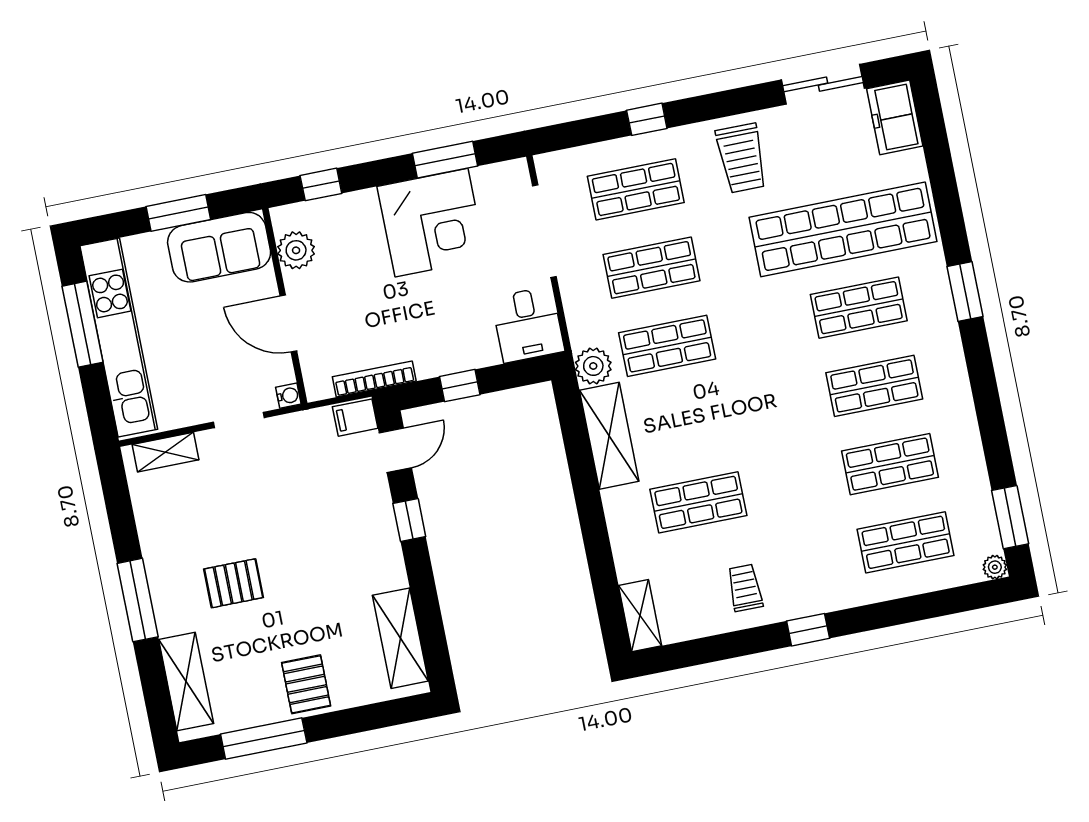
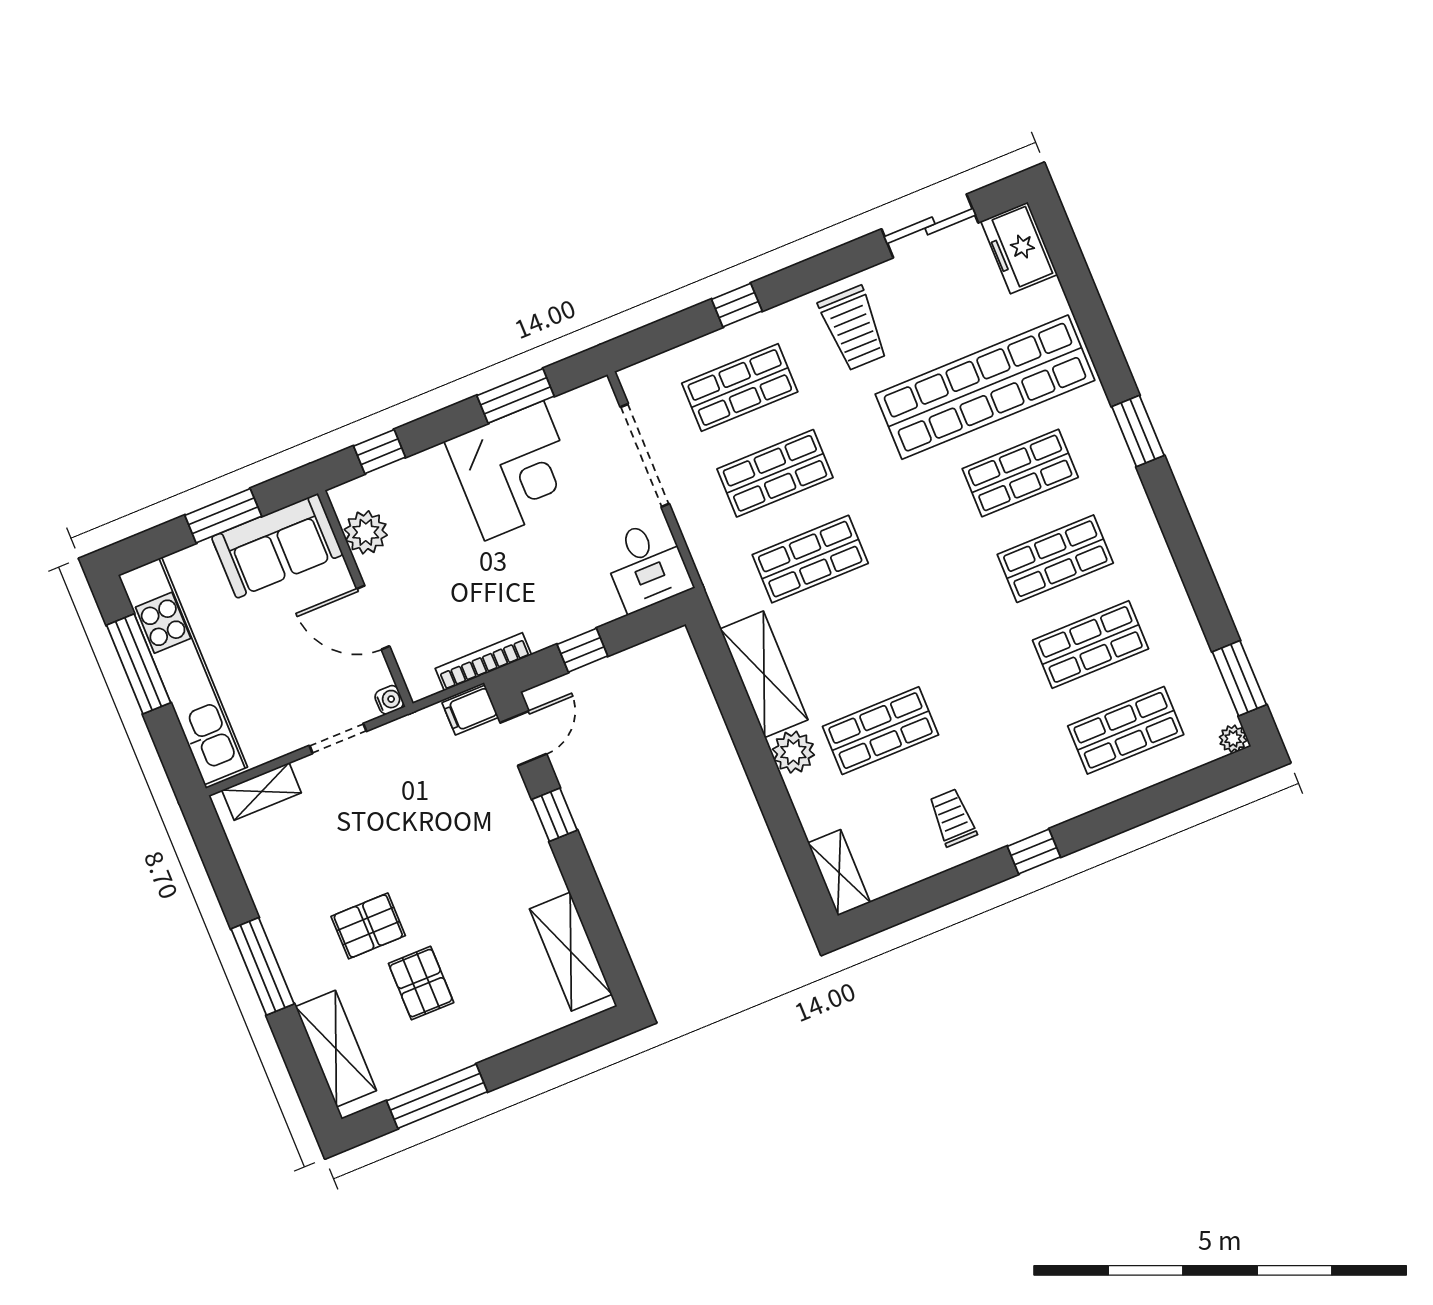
plant: (593, 366) -> (793, 752), moved
pallet: (306, 684) -> (421, 983), moved

